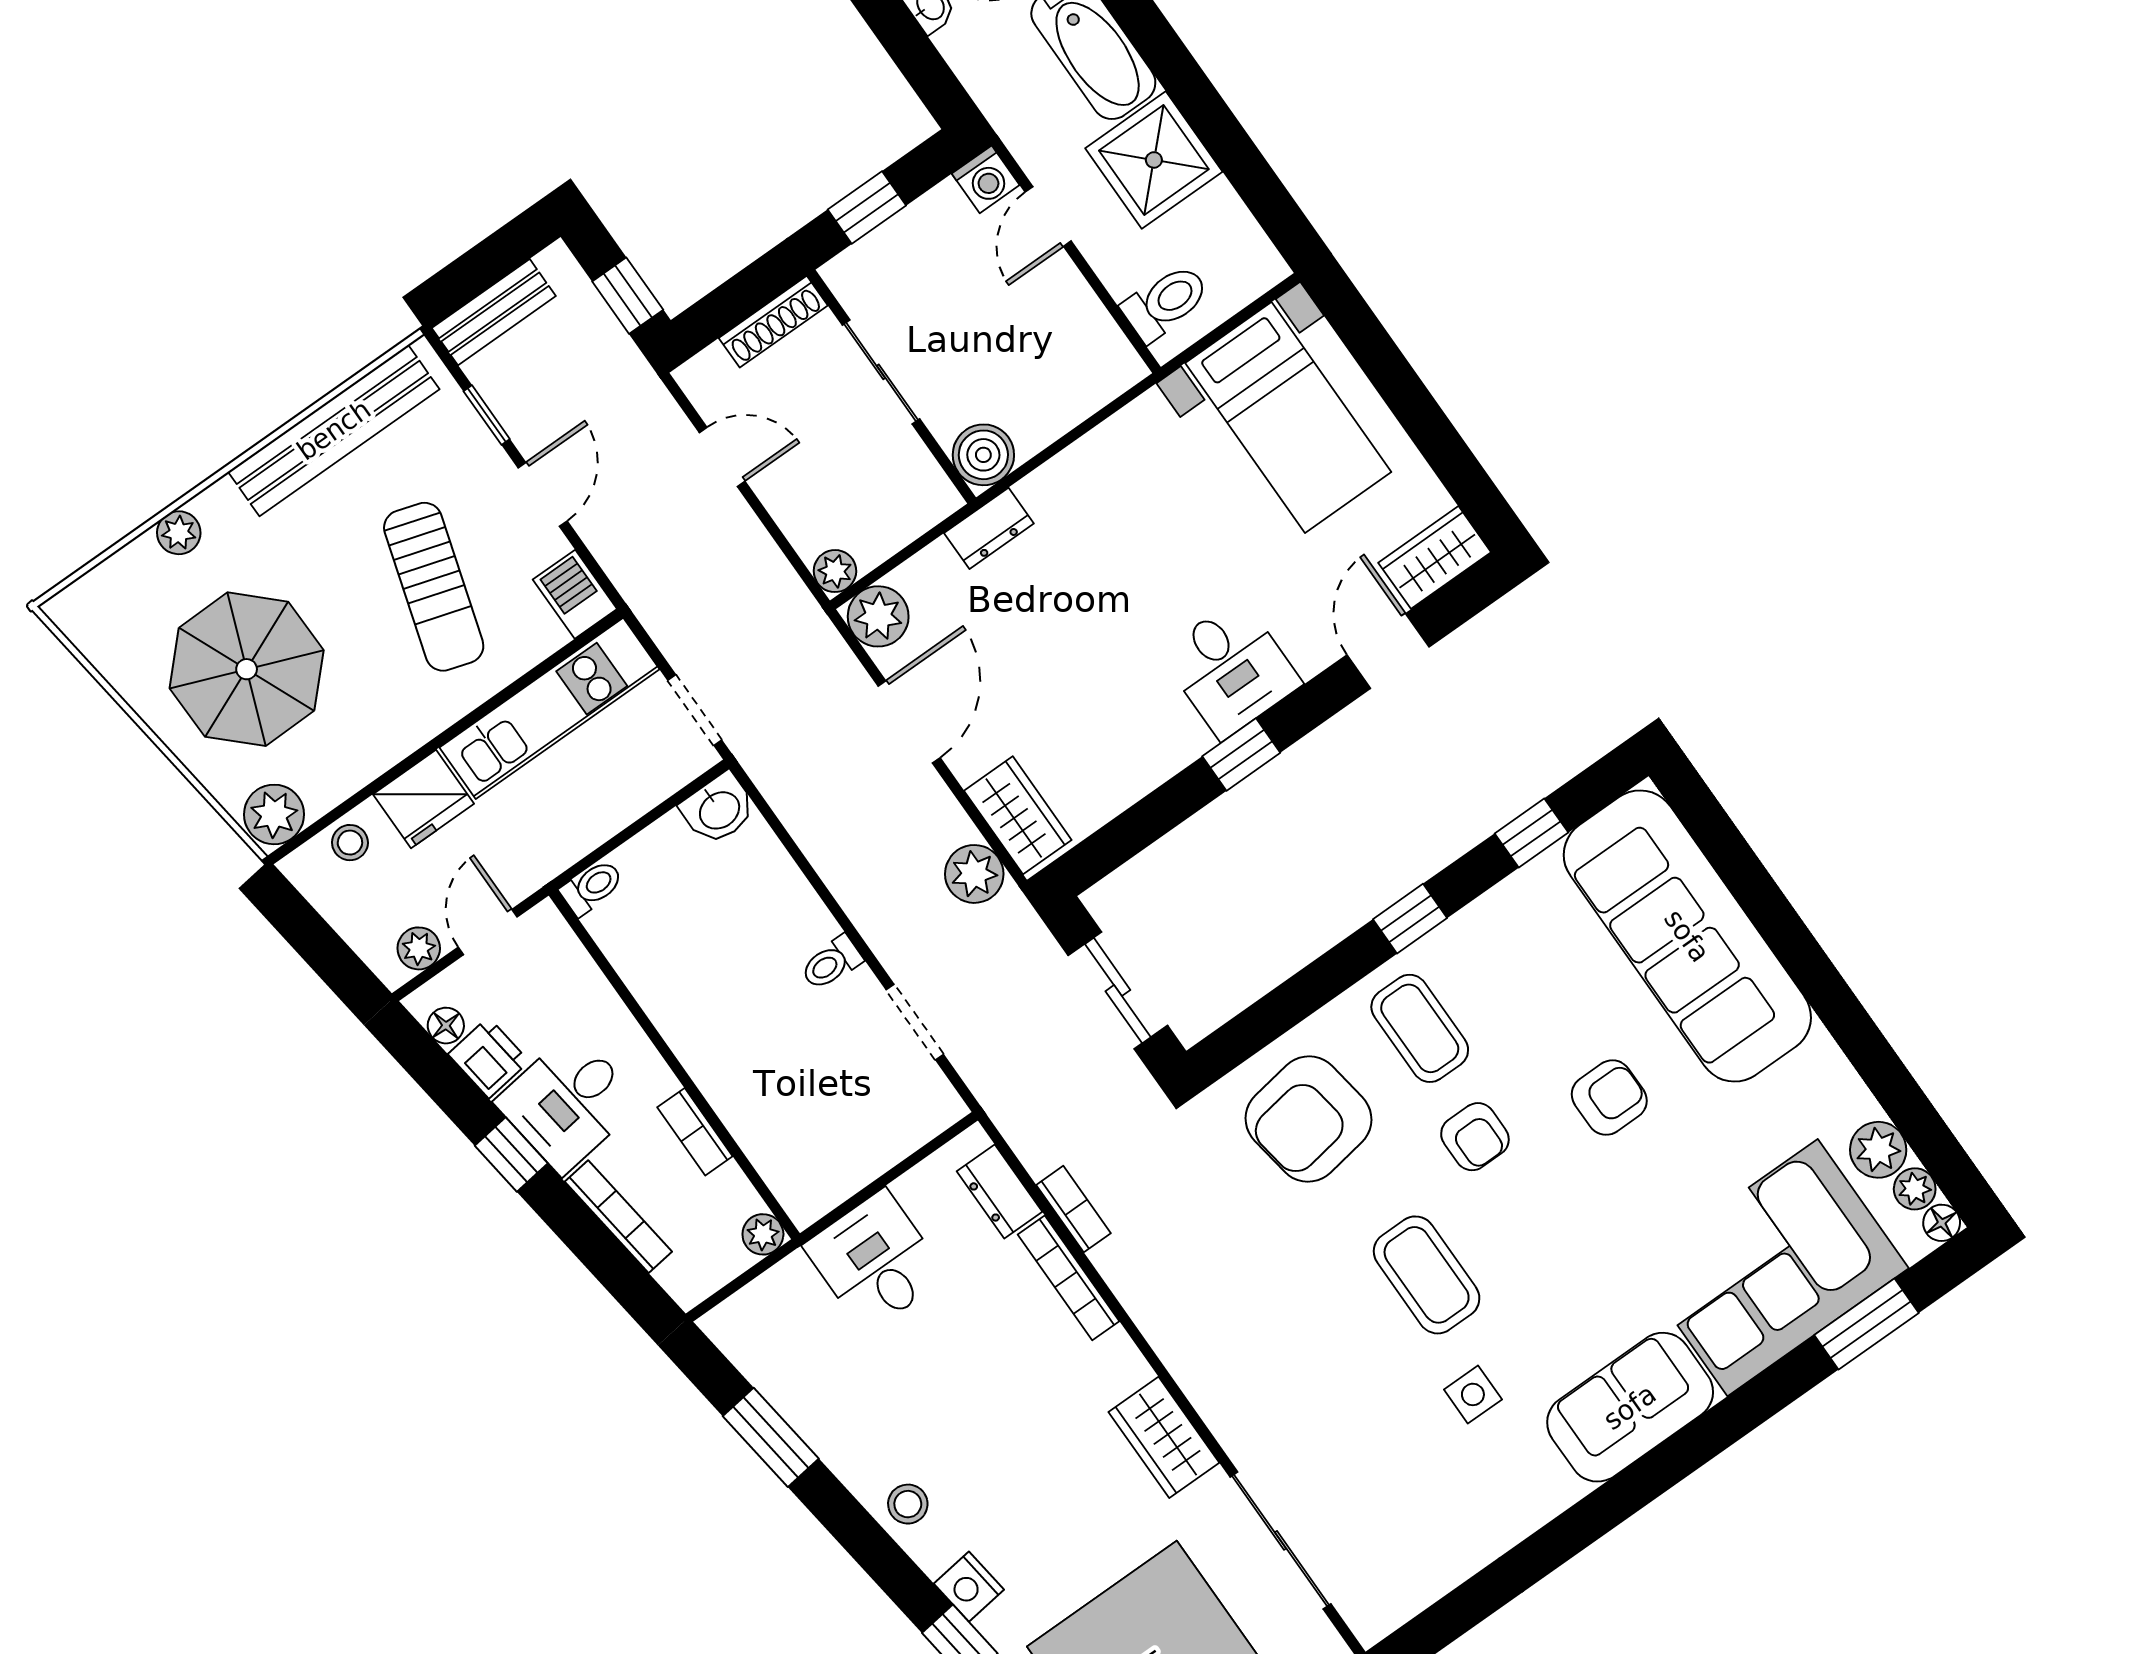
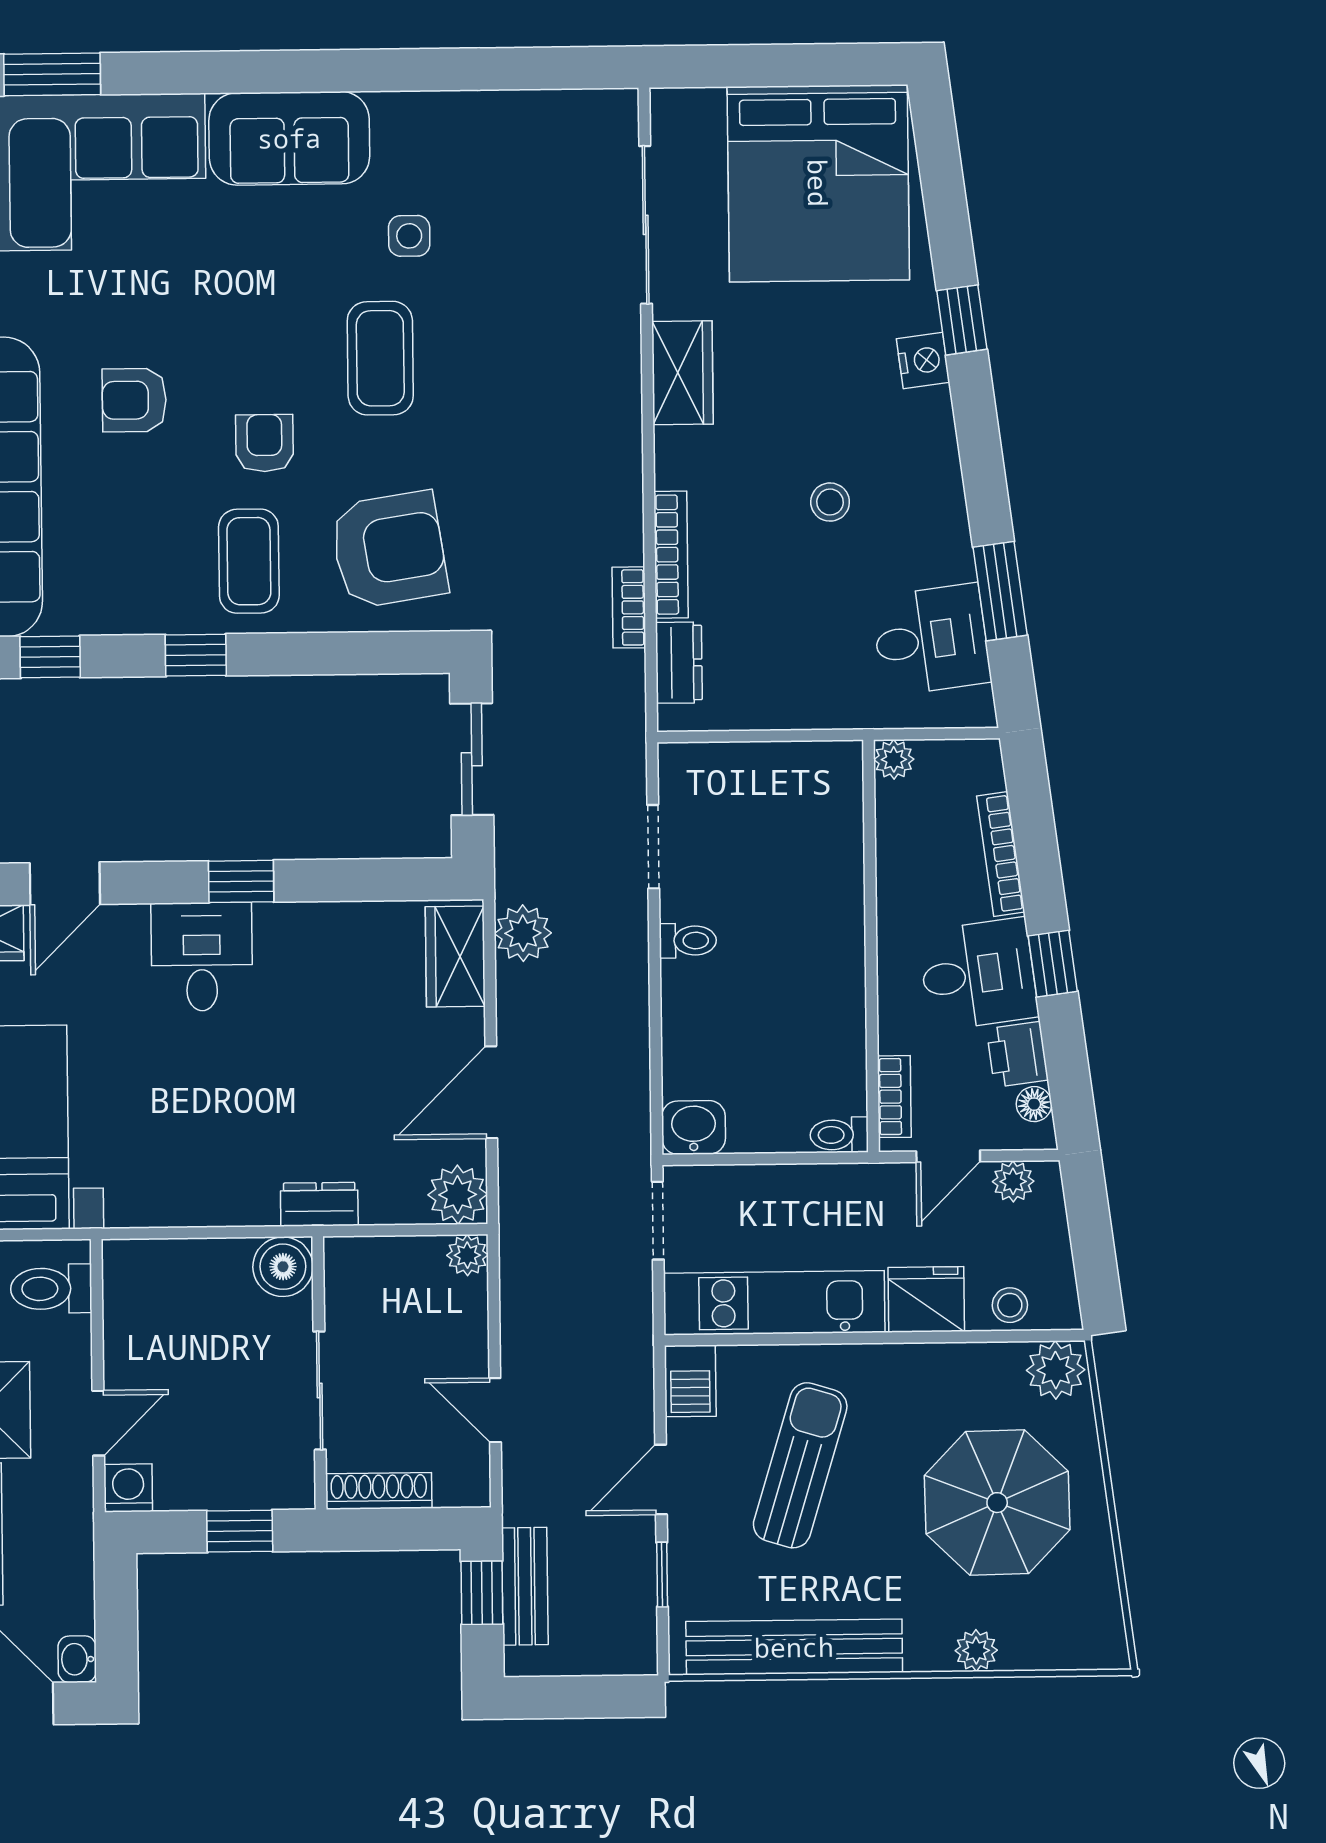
bench: (494, 312) -> (525, 1586), moved, turned 90
bookcase: (695, 1132) -> (894, 1097), moved
desk: (875, 1261) -> (931, 640), moved, turned -97
stool: (908, 1504) -> (830, 502), moved

